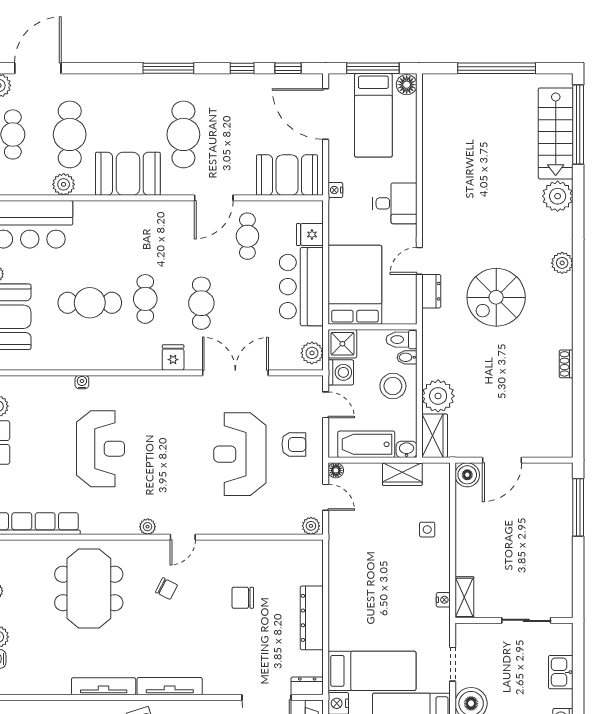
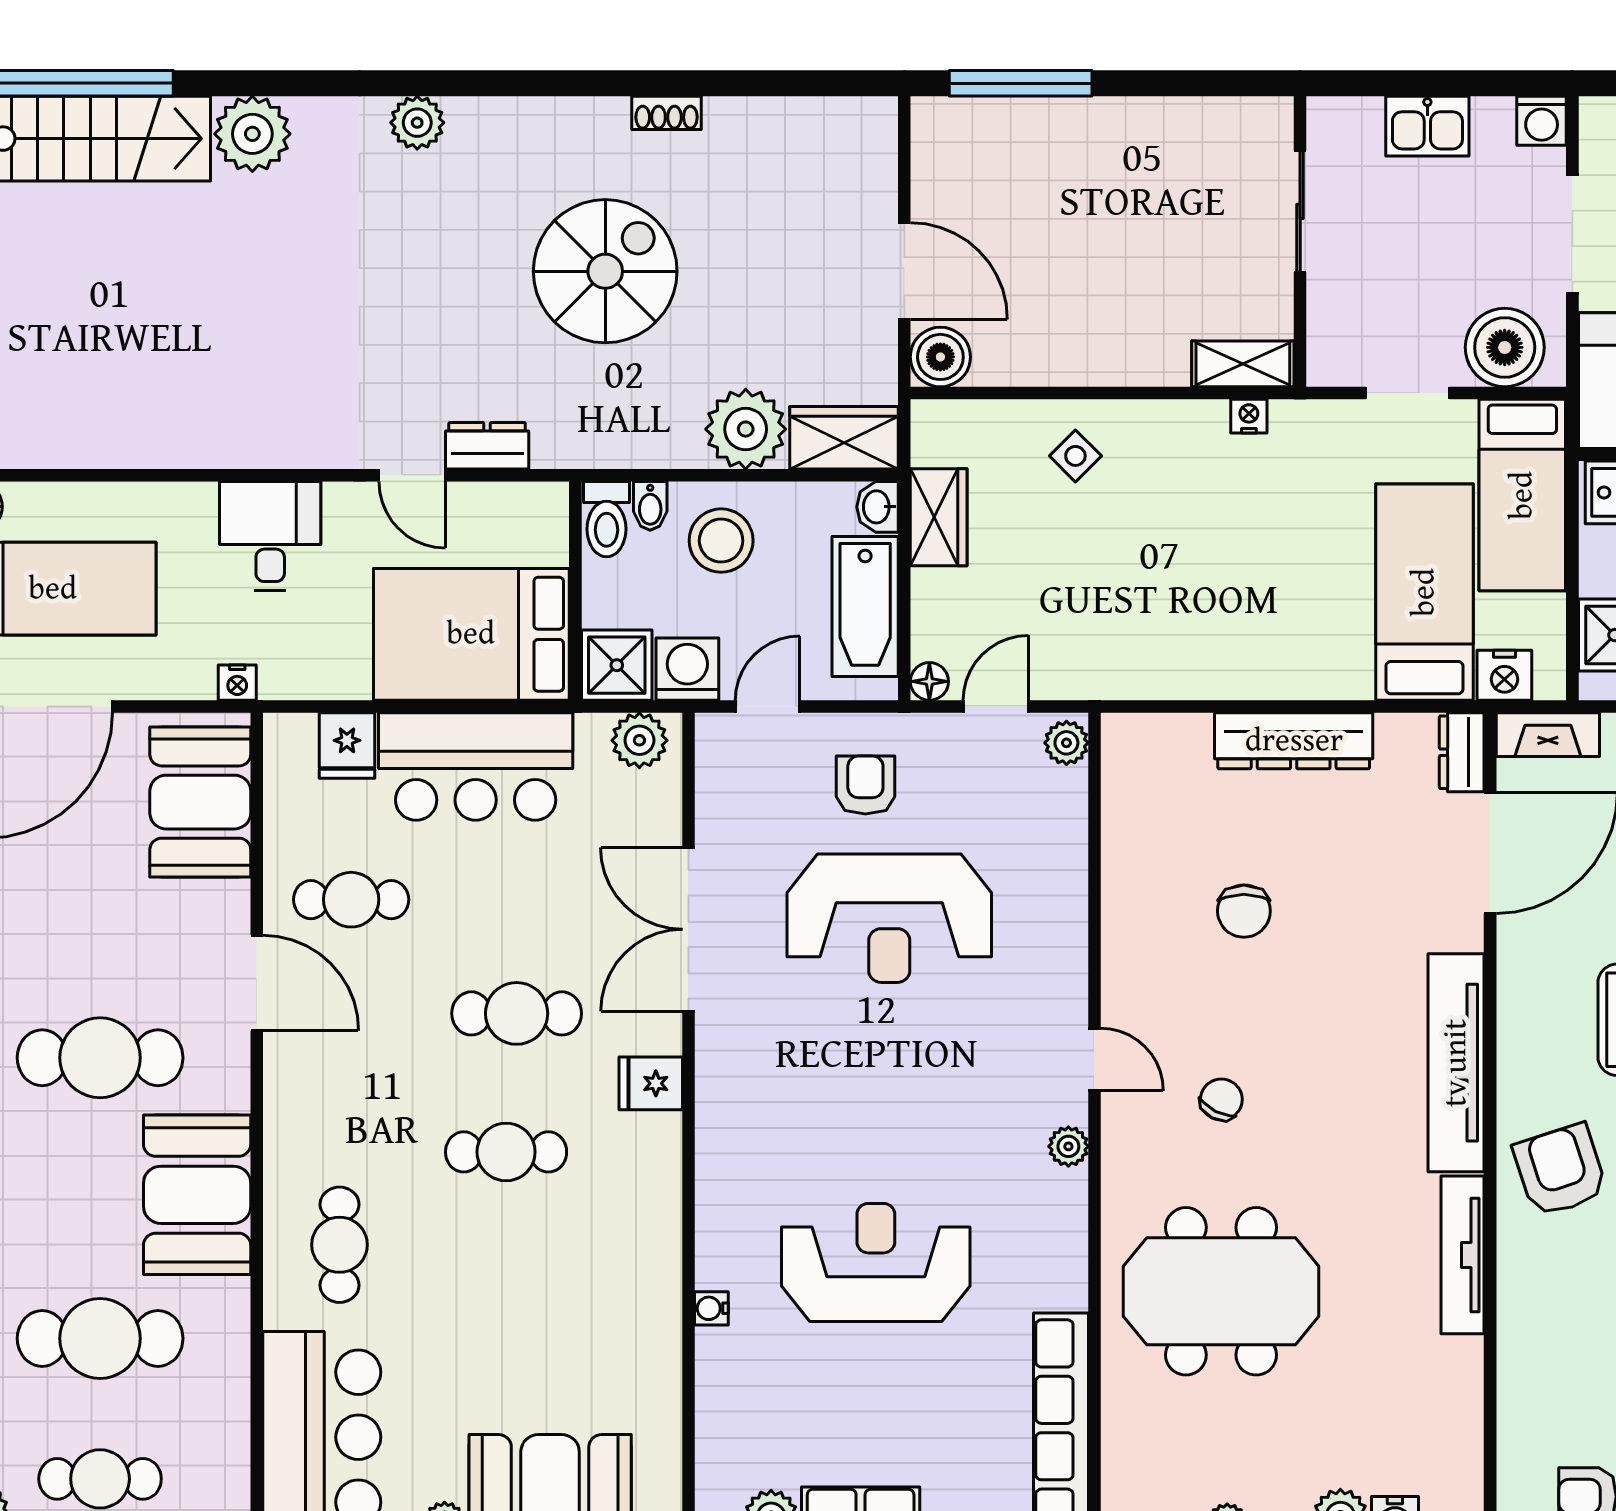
plant: (64, 184) -> (223, 1354), removed
spiral stairs: (496, 297) -> (605, 271), moved, turned -90
cafe table: (90, 303) -> (340, 1245), moved, width x0.73, depth x0.74
side table: (427, 530) -> (1075, 456), turned 45
tv unit: (170, 686) -> (1456, 1063), width x1.36, depth x1.29

